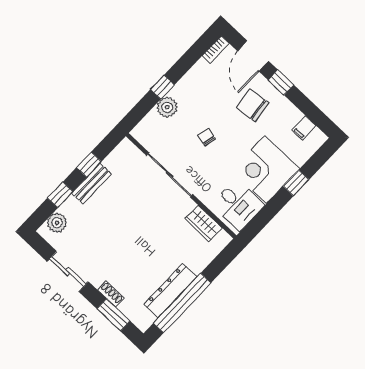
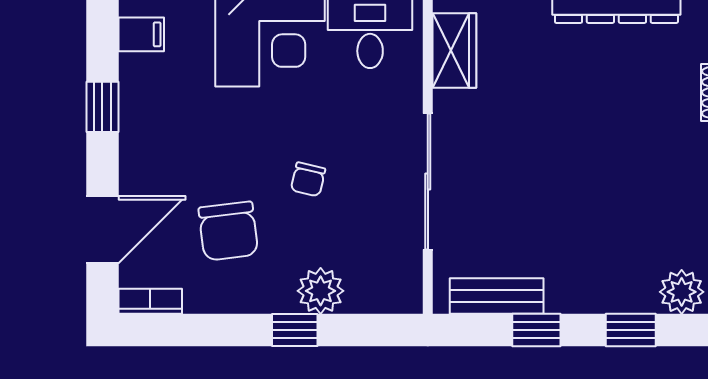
window: (281, 82) -> (102, 107), moved
chair: (253, 105) -> (228, 231), moved
bench: (91, 184) -> (497, 296), moved

